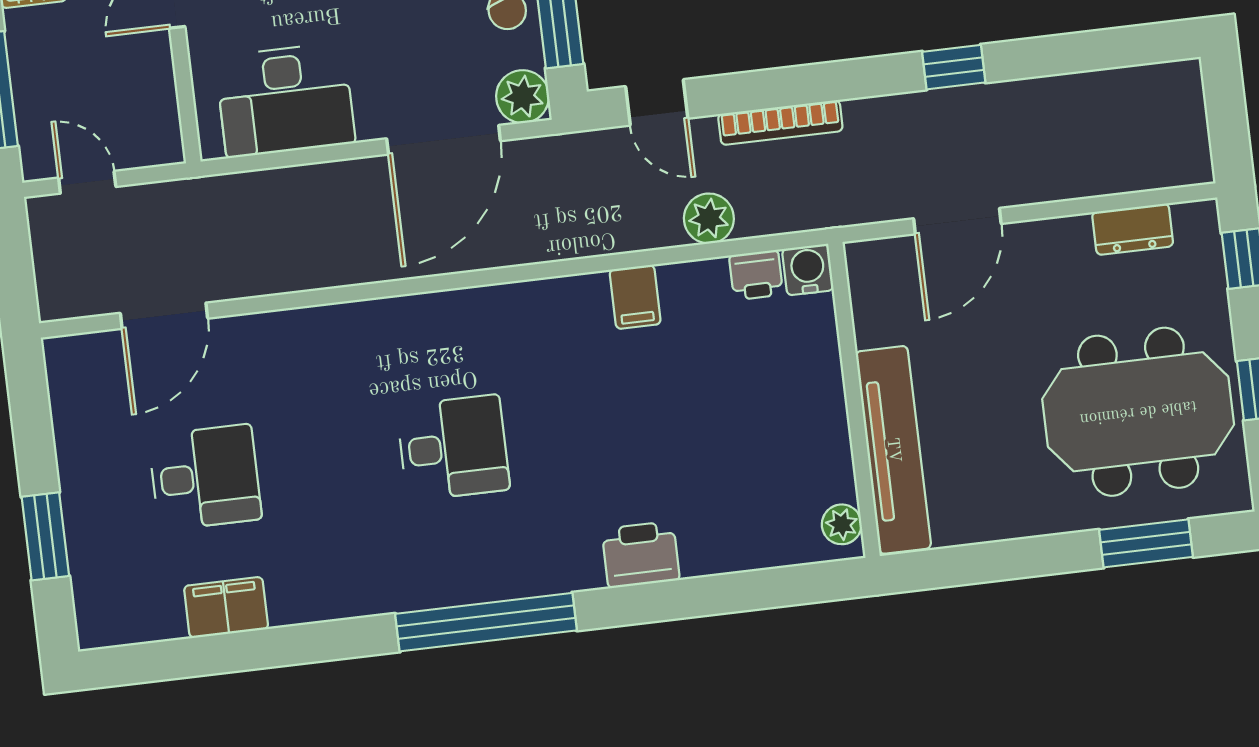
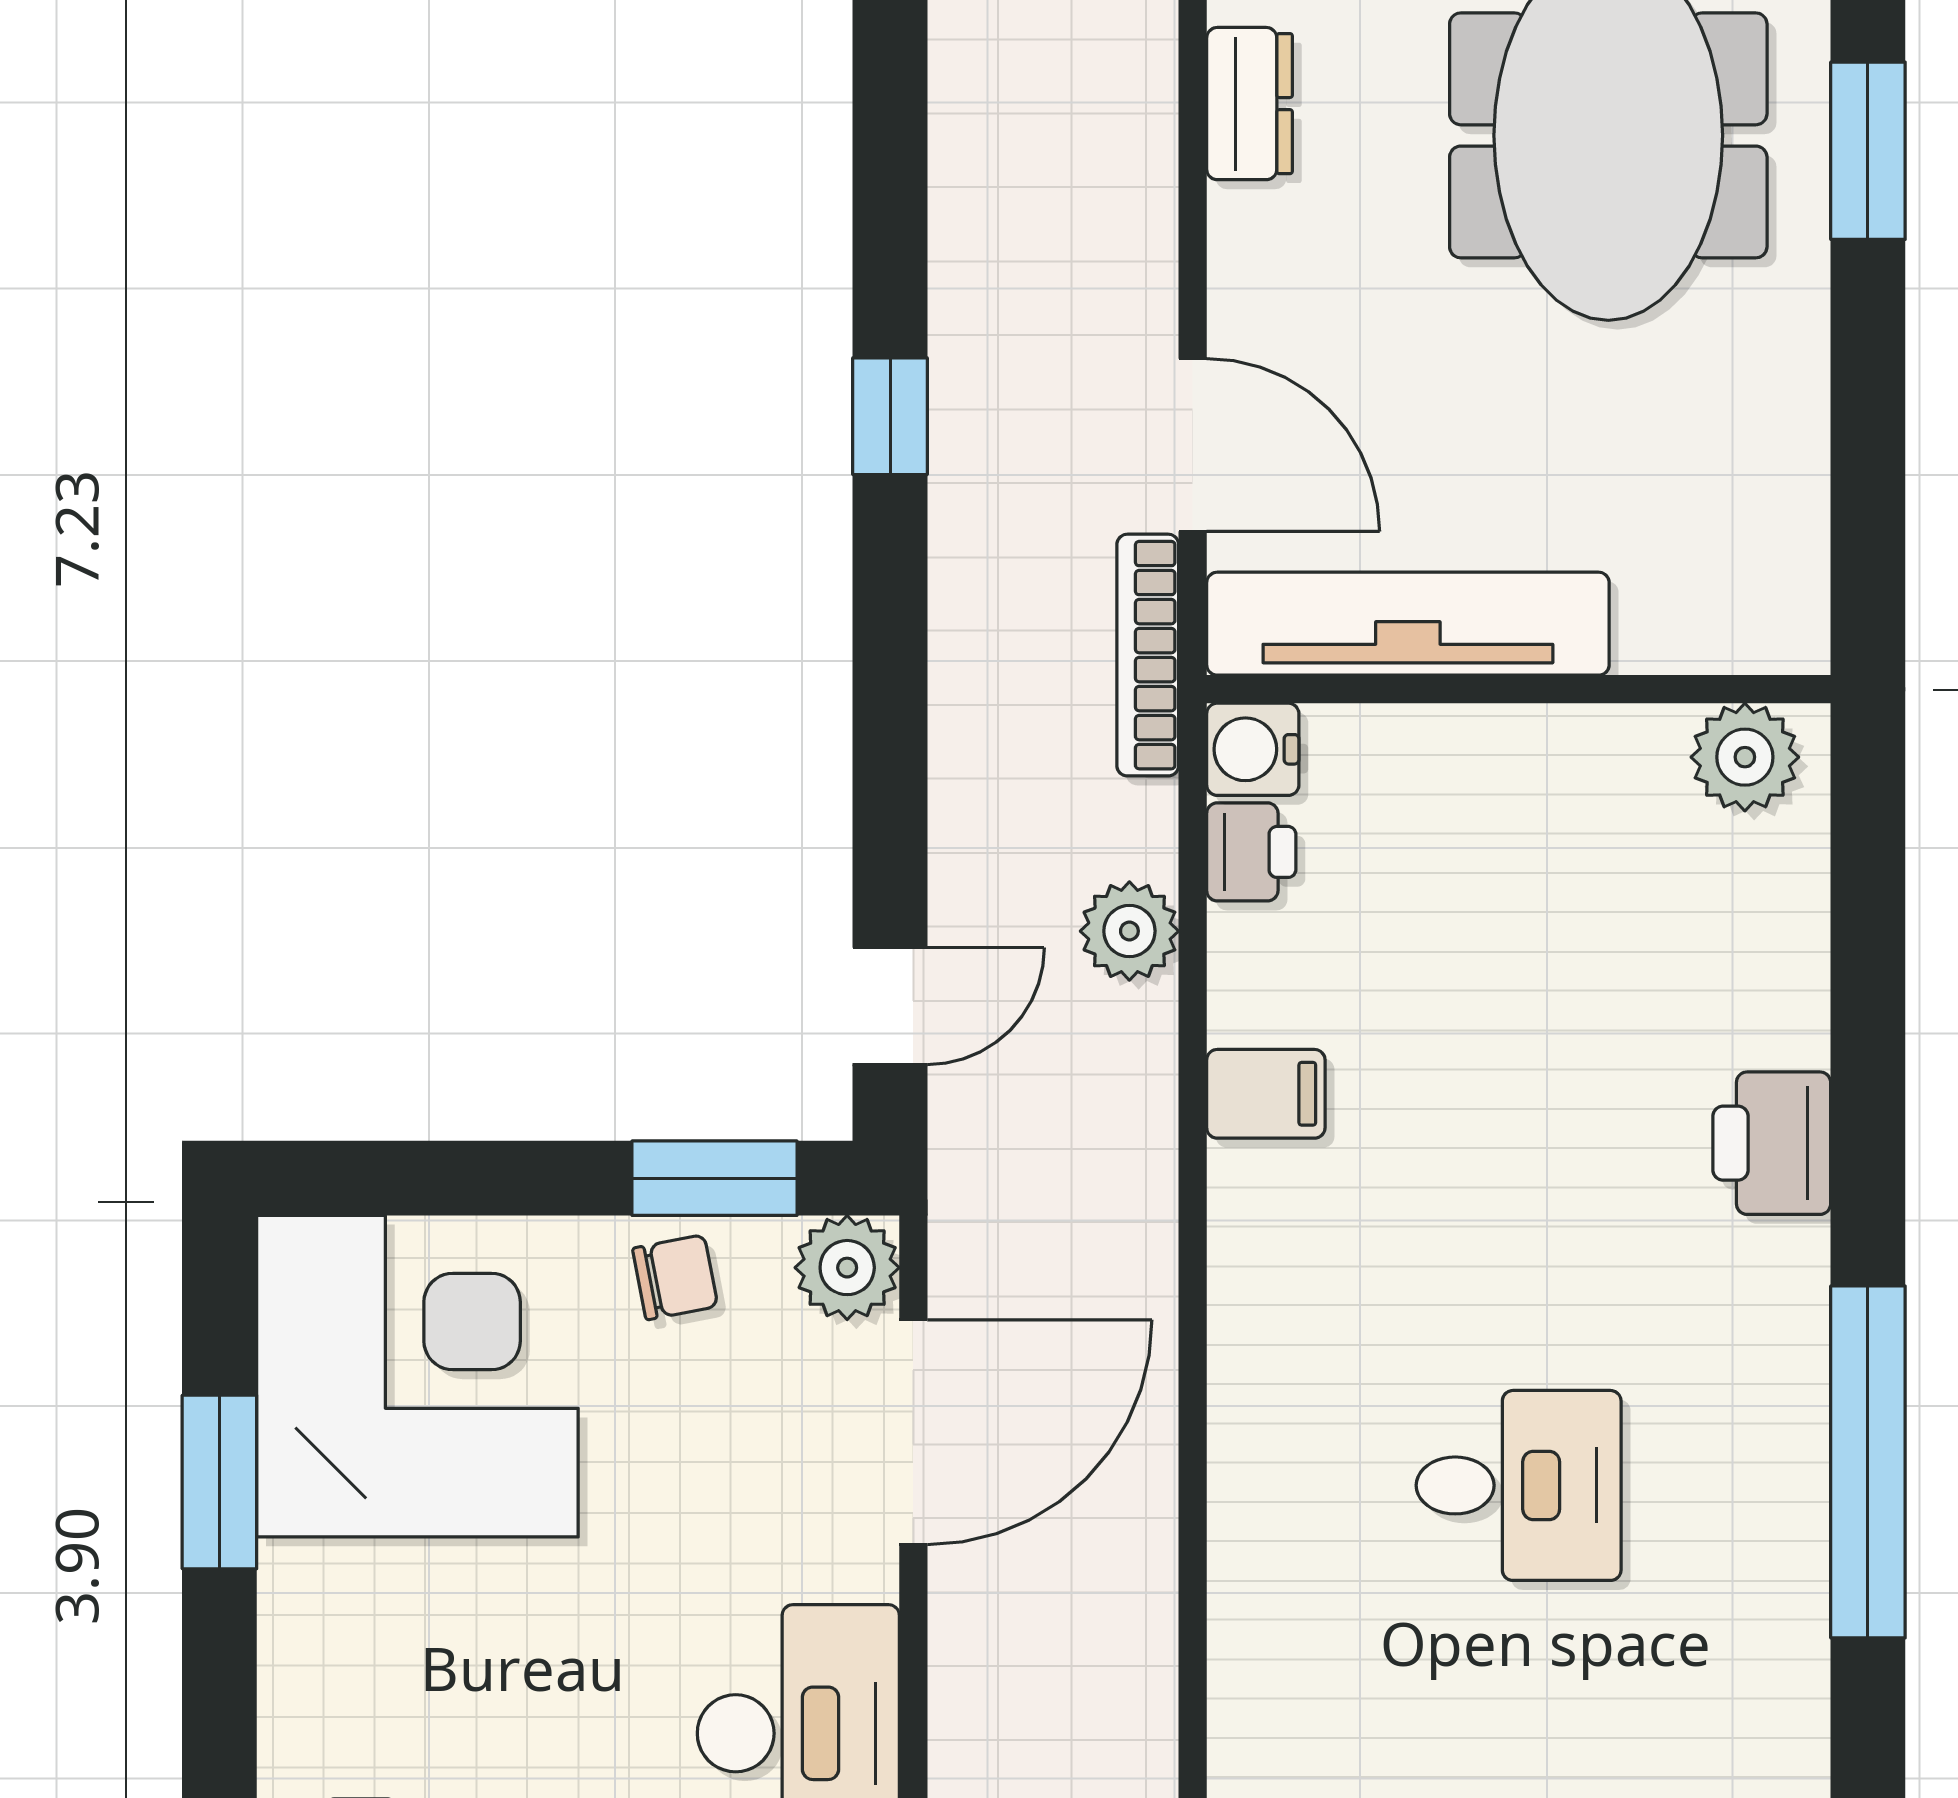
bookcase: (780, 123) -> (1148, 655), moved, turned 180
door: (444, 140) -> (913, 1432), hinge flipped
desk: (453, 448) -> (1519, 1485), turned 90
tv unit: (893, 450) -> (1408, 624), moved
plant: (842, 524) -> (1745, 757), width x1.38, depth x1.38

